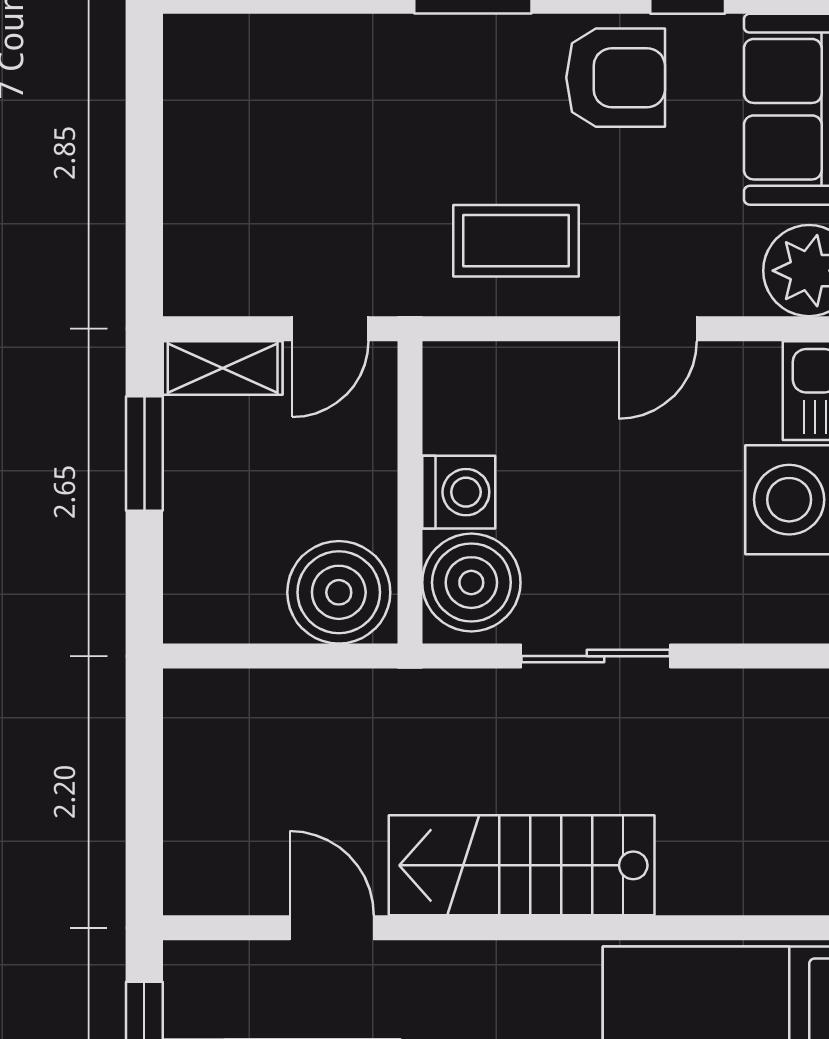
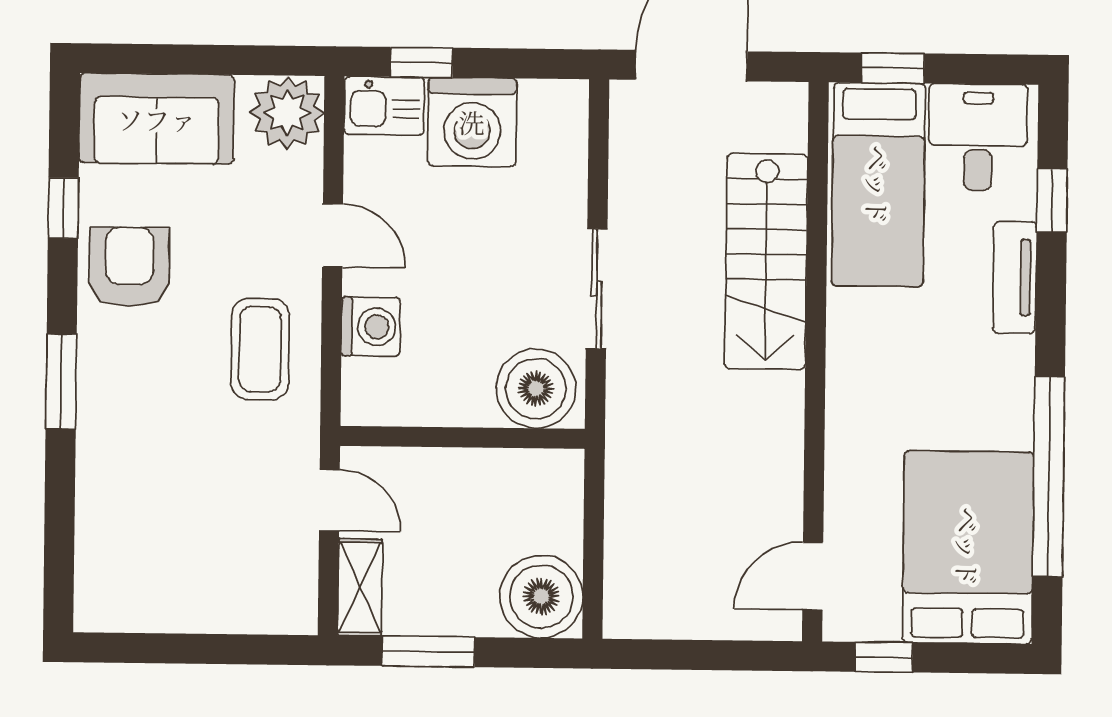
washing machine: (459, 492) -> (371, 327), moved, turned 90
boiler: (339, 592) -> (541, 596), moved
stairs: (522, 865) -> (766, 261), moved
door: (332, 928) -> (813, 576), moved

